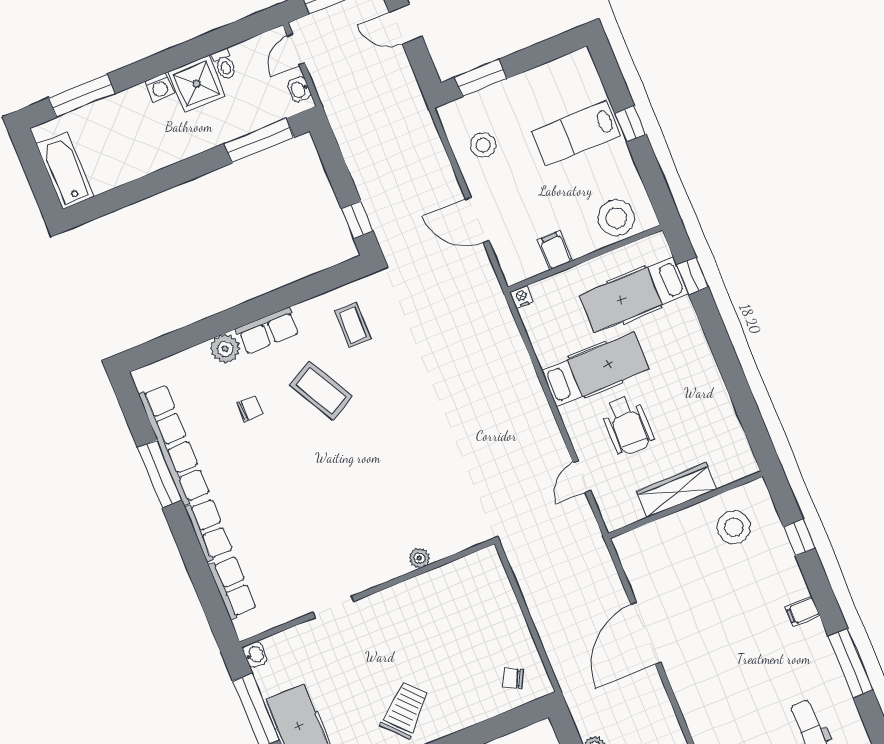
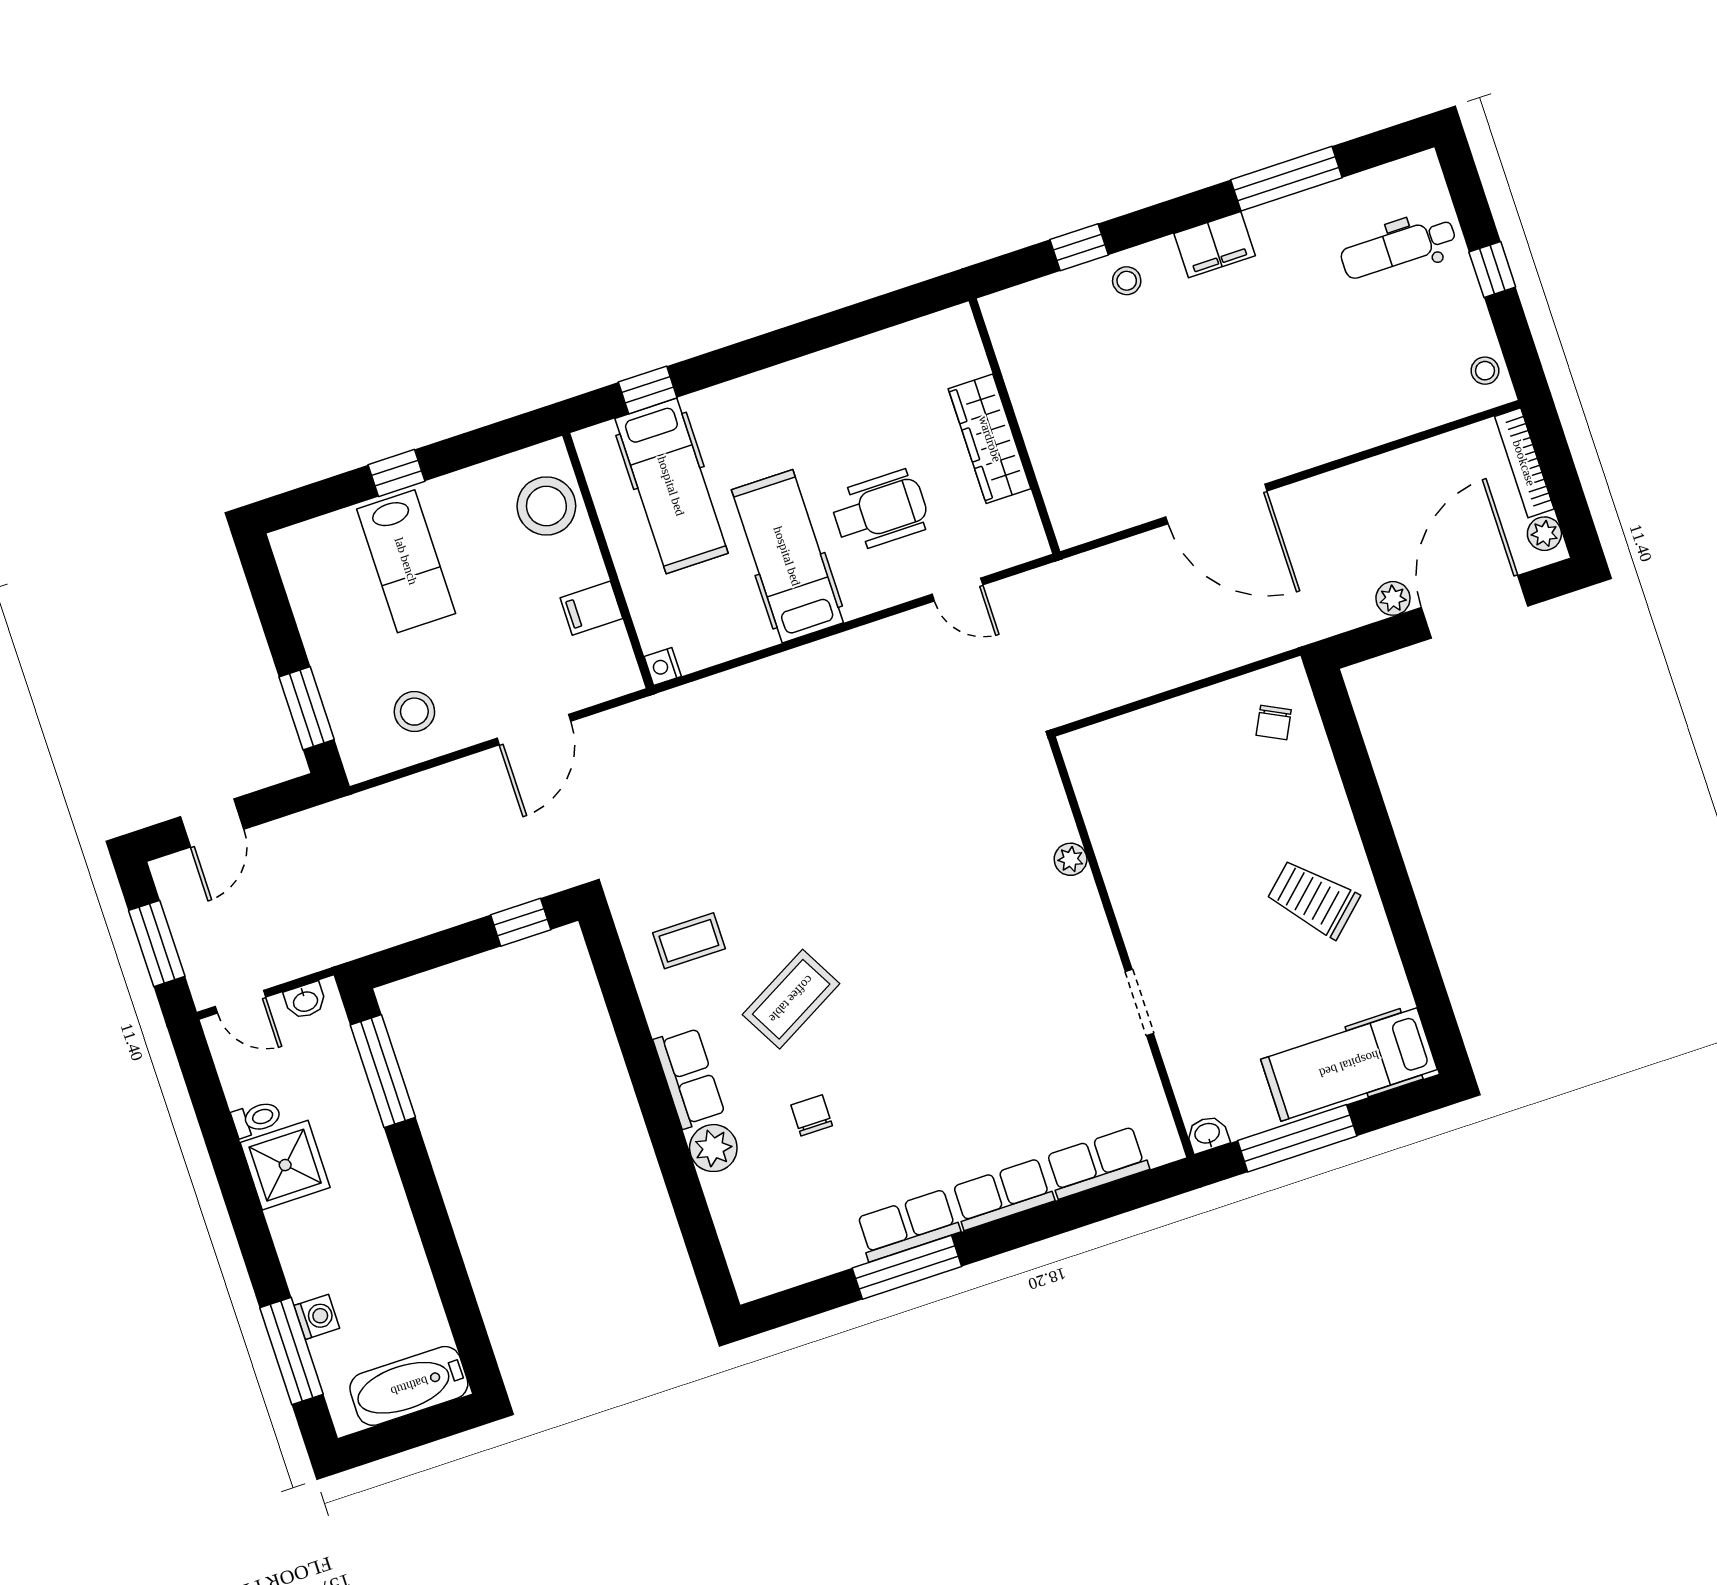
washing machine: (160, 87) -> (317, 1317), moved
row of seats: (174, 444) -> (908, 1225), width x0.50
stool: (734, 527) -> (1127, 281), moved, width x0.53, depth x0.53
filing cabinet: (802, 611) -> (1215, 245), width x2.00

